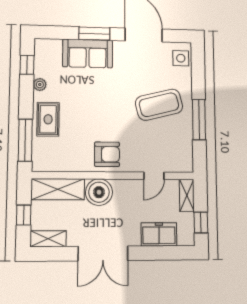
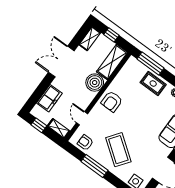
coffee table: (159, 105) -> (118, 150), turned -40
armchair: (180, 150) -> (85, 143), added

